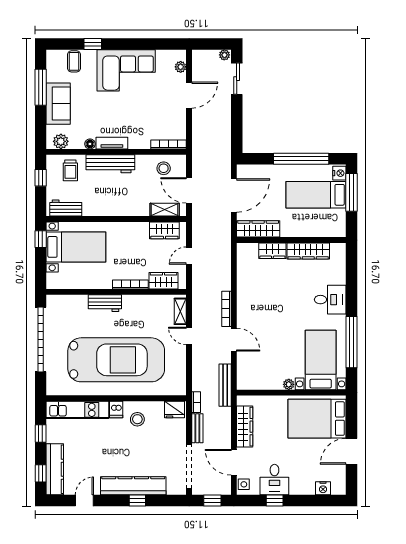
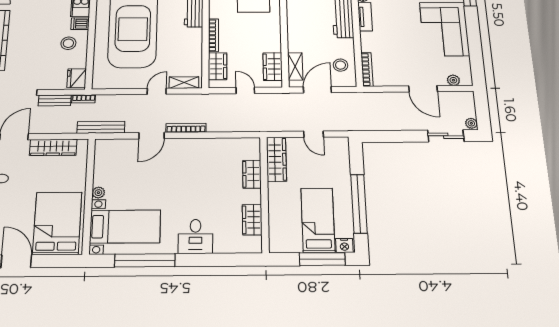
door: (234, 196) -> (313, 134), width x0.53
wardrobe: (308, 251) -> (252, 220), width x0.67

